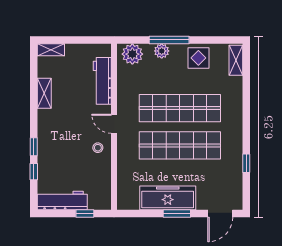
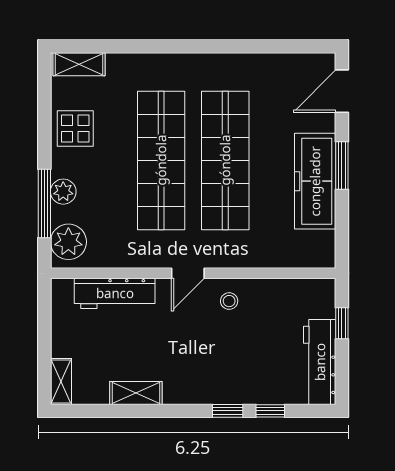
window: (169, 40) -> (44, 203), moved
window: (246, 163) -> (256, 46), removed
door: (220, 213) -> (342, 91), swing flipped

